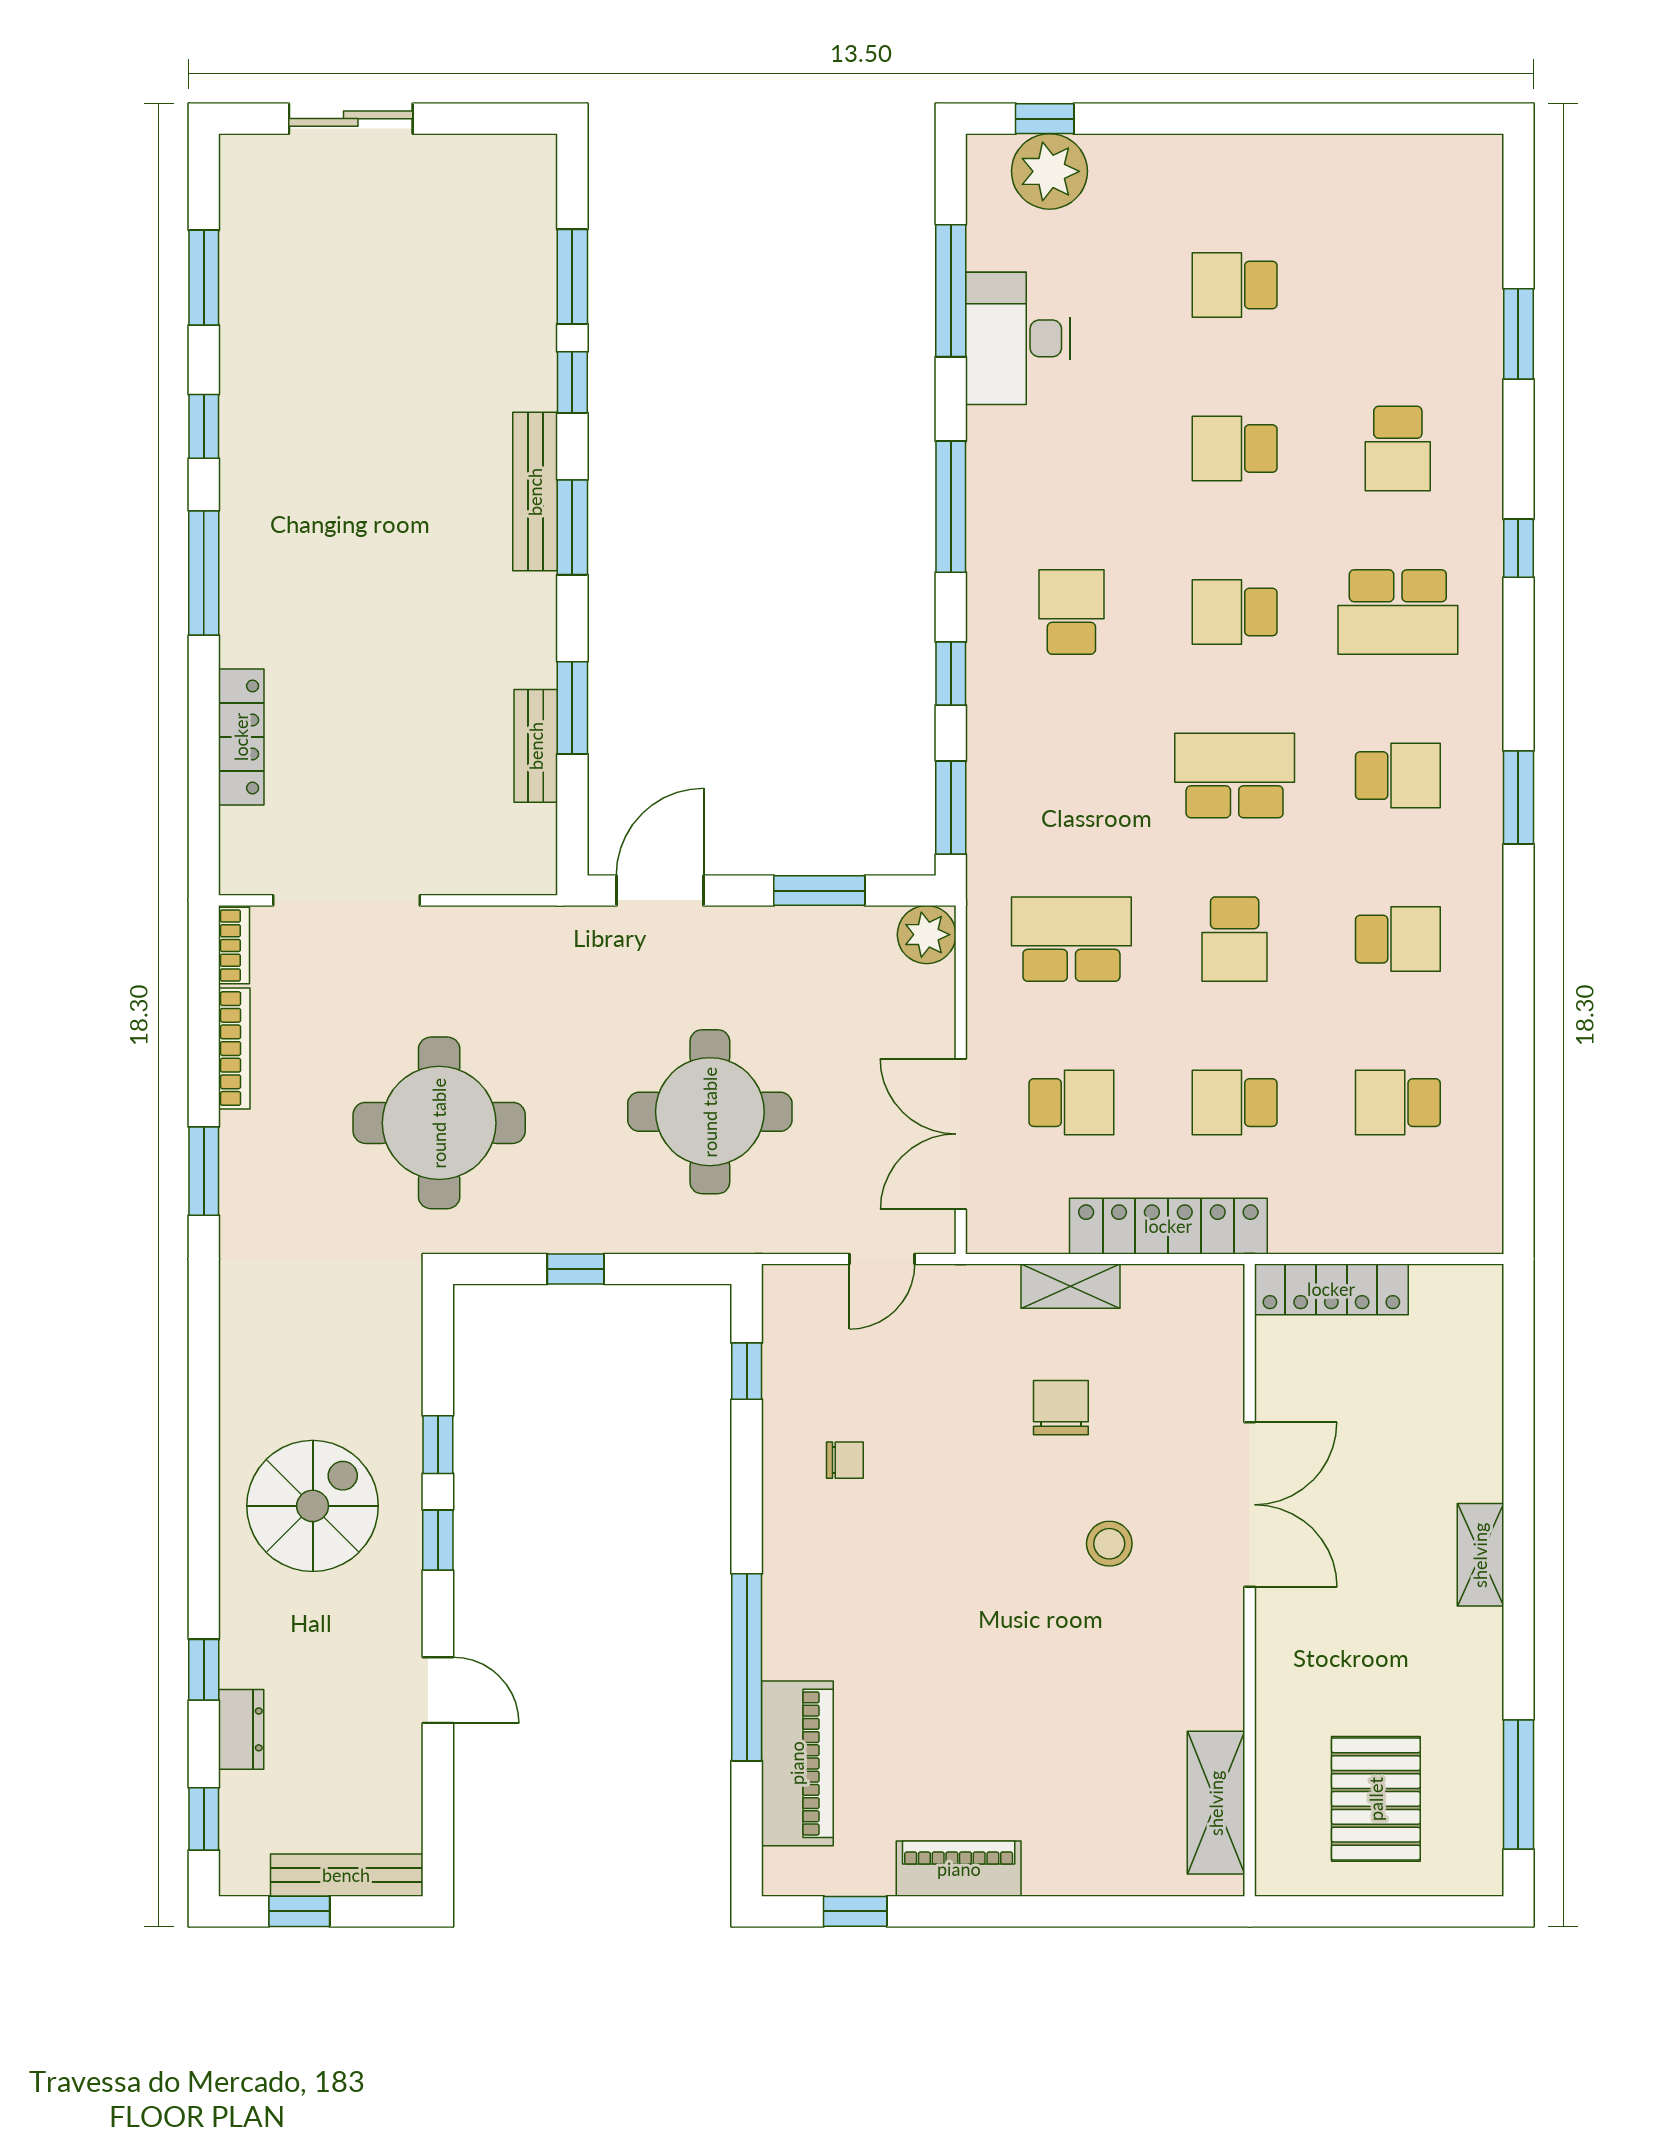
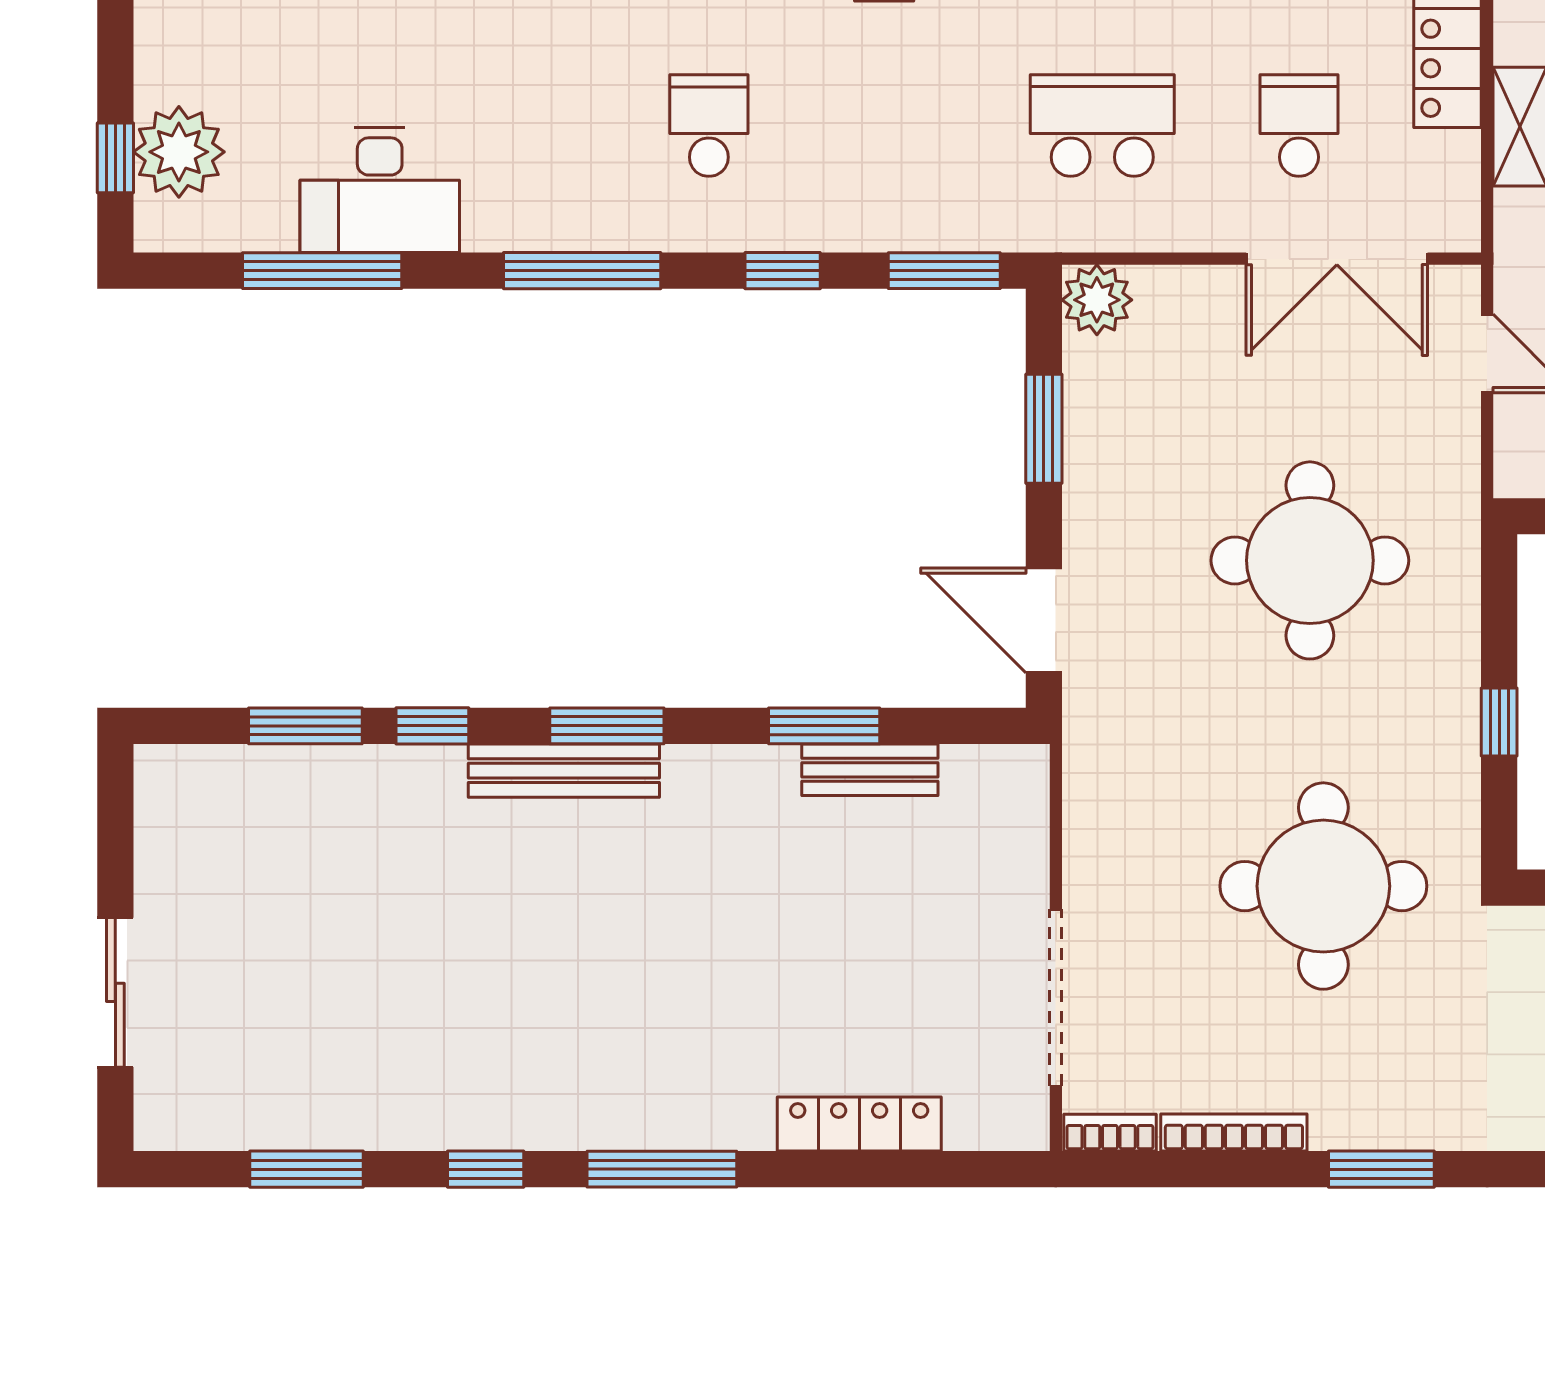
school desk: (1071, 612) -> (709, 126), turned 90
school desk: (1071, 939) -> (1102, 126), turned 90

